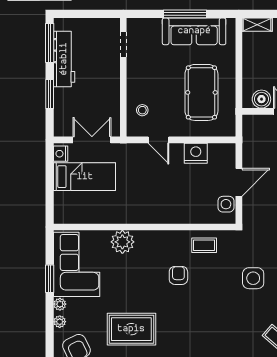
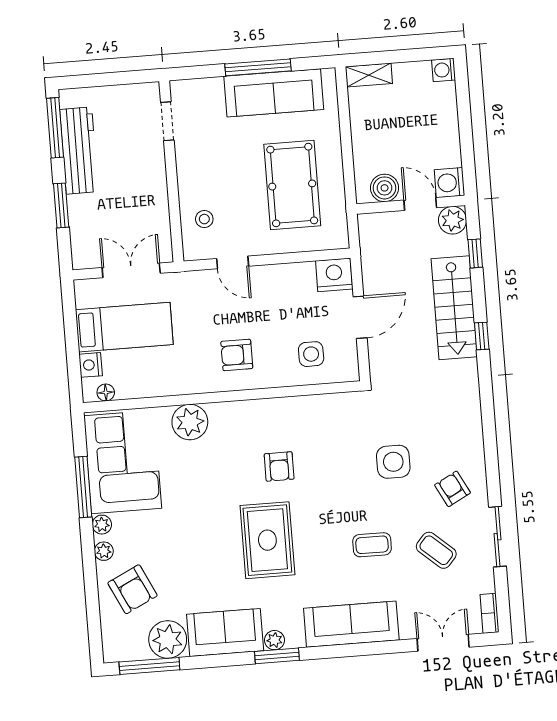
nightstand: (196, 153) -> (334, 275), moved
nightstand: (61, 154) -> (91, 365), moved
armchair: (157, 201) -> (237, 355), added
side table: (226, 204) -> (311, 354), moved
floor lamp: (69, 218) -> (106, 392), added
coffee table: (204, 245) -> (372, 545), moved
armchair: (178, 275) -> (279, 466), turned 180
window: (50, 279) -> (83, 487), width x1.44
rug: (131, 329) -> (267, 540), moved, turned 90

